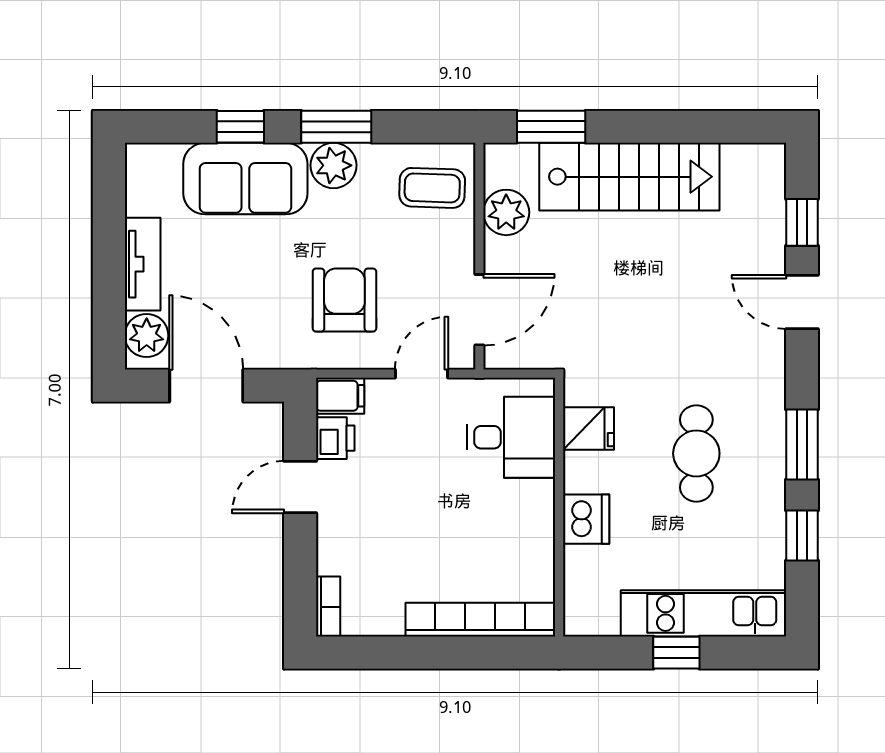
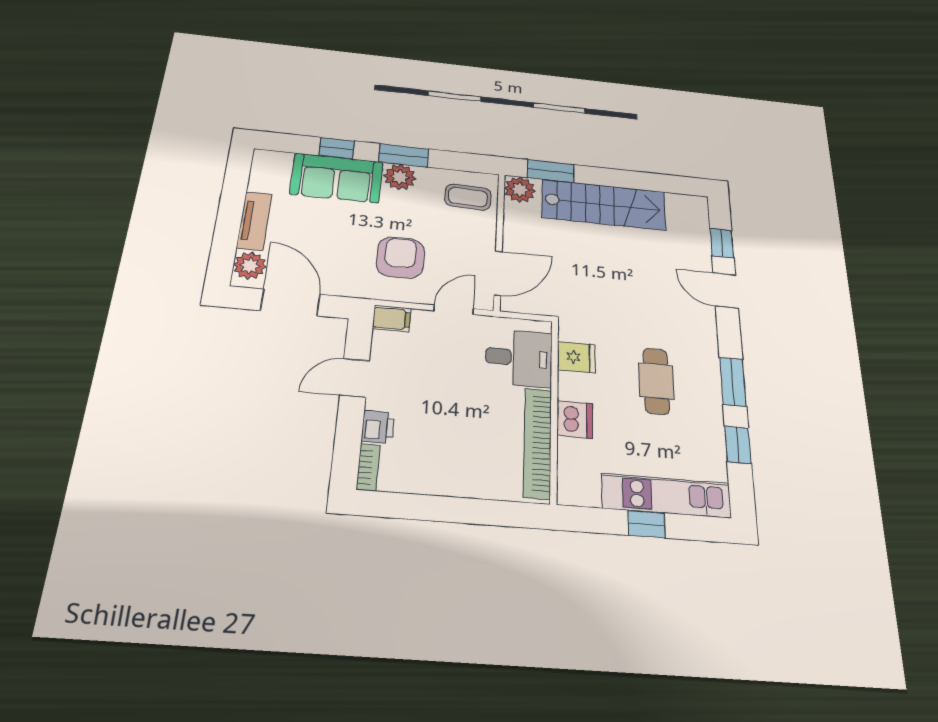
plant: (506, 212) -> (520, 190), moved
printer: (335, 438) -> (378, 427), moved
bookcase: (480, 620) -> (538, 443), moved, turned -90

